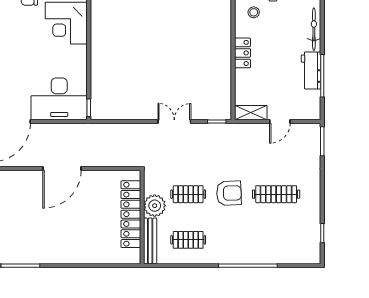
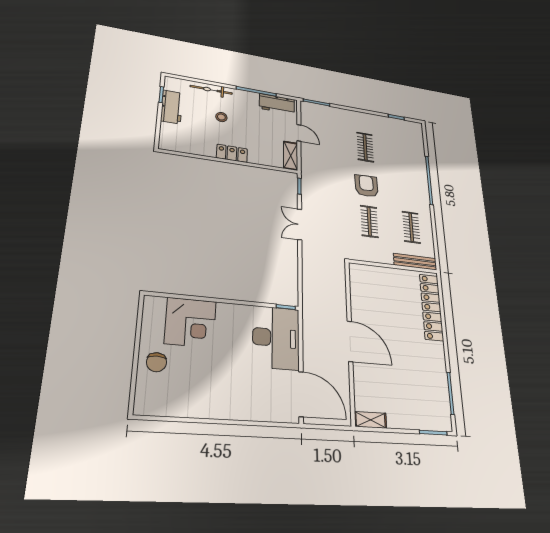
stool: (254, 12) -> (221, 117), moved
workbench: (311, 70) -> (277, 104), moved
clothes rail: (276, 194) -> (365, 147), width x0.73
plant: (155, 206) -> (382, 253), removed
locker: (131, 214) -> (431, 307), moved, turned 90

